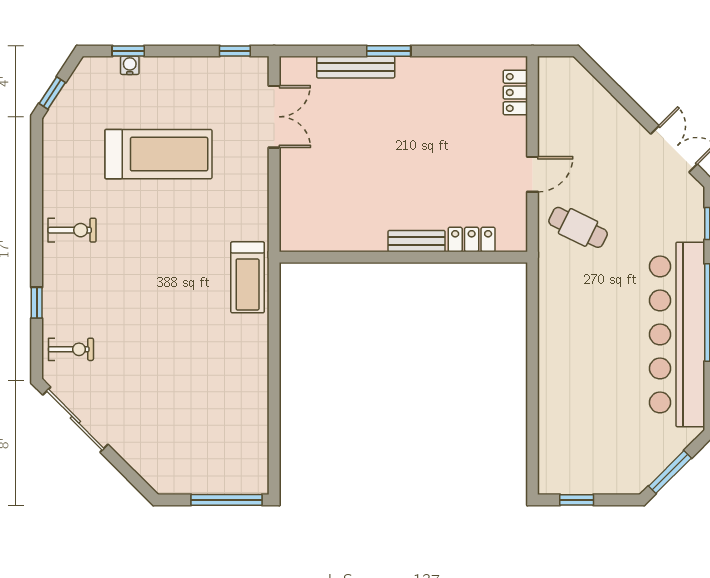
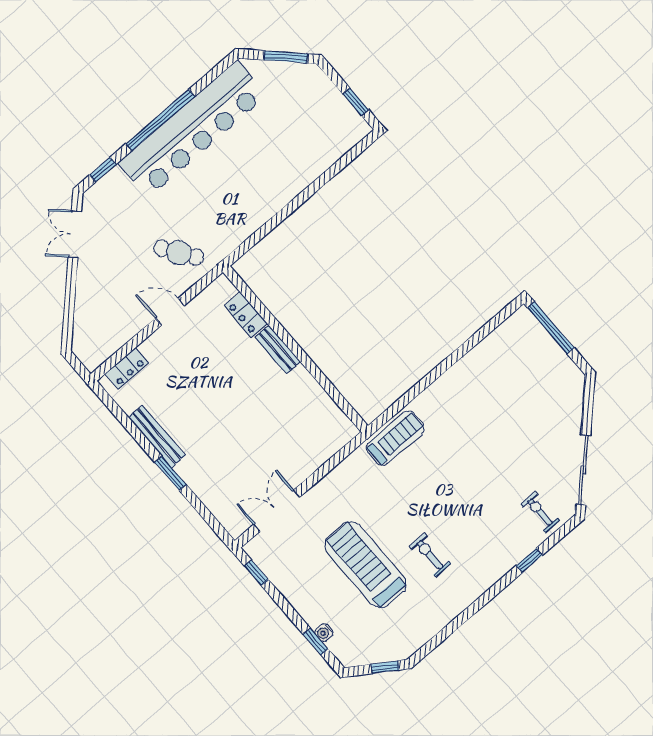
bench: (356, 67) -> (157, 436), moved
cafe table: (578, 227) -> (179, 253), turned -61
exercise bike: (72, 230) -> (430, 555), moved

